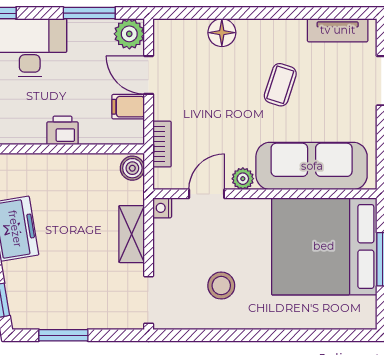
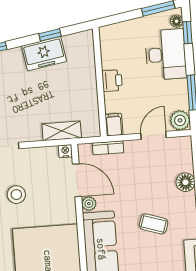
filing cabinet: (128, 107) -> (114, 125), moved
boiler: (132, 168) -> (90, 129), removed
door: (207, 194) -> (77, 180), width x1.38
shelving: (132, 234) -> (62, 131), moved

